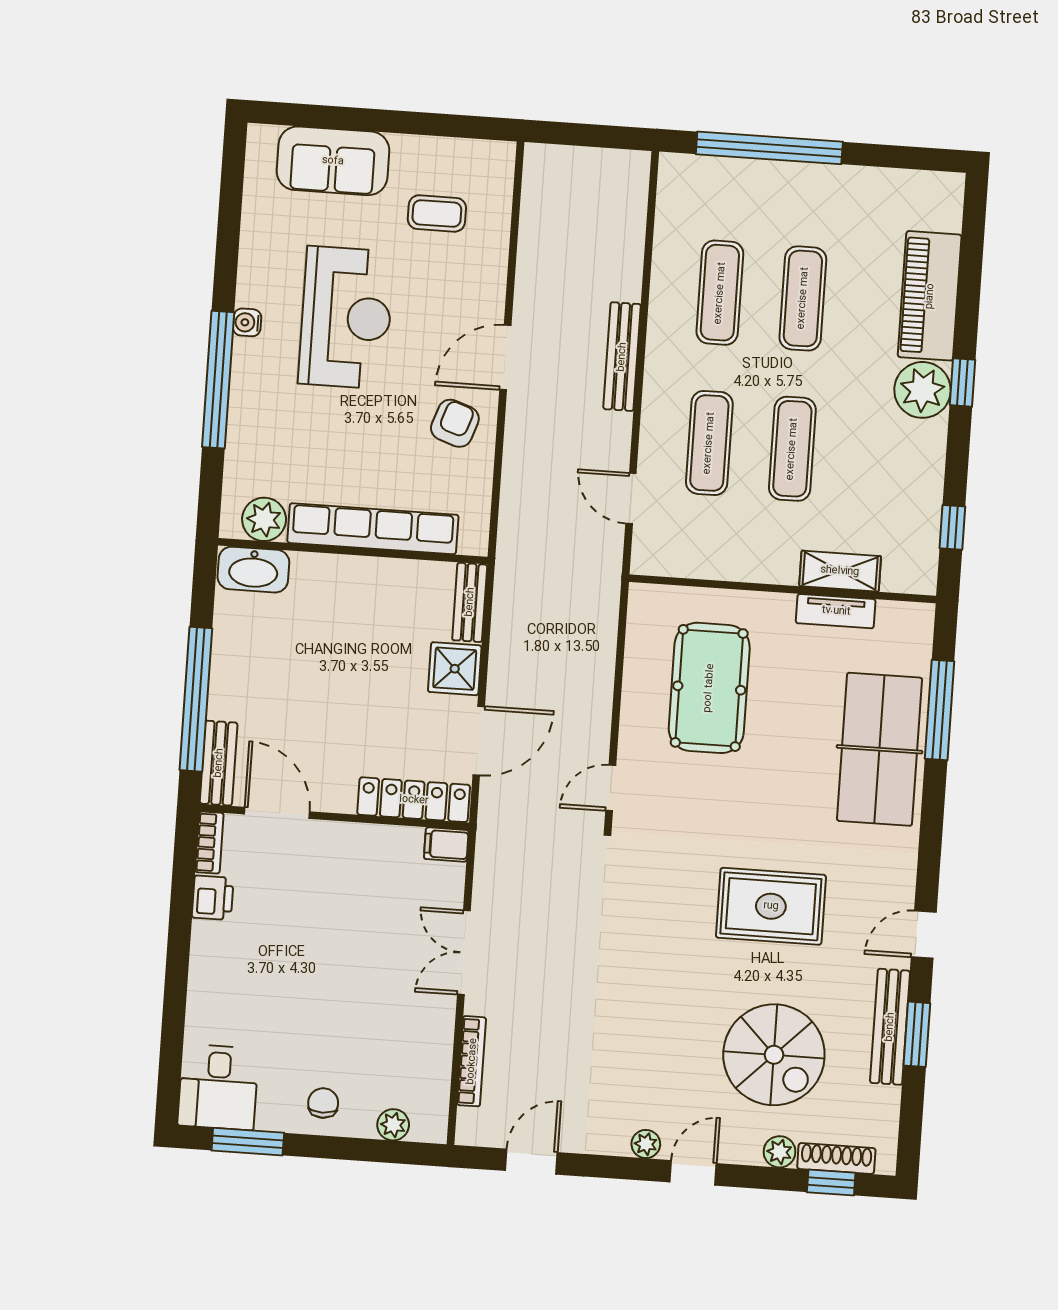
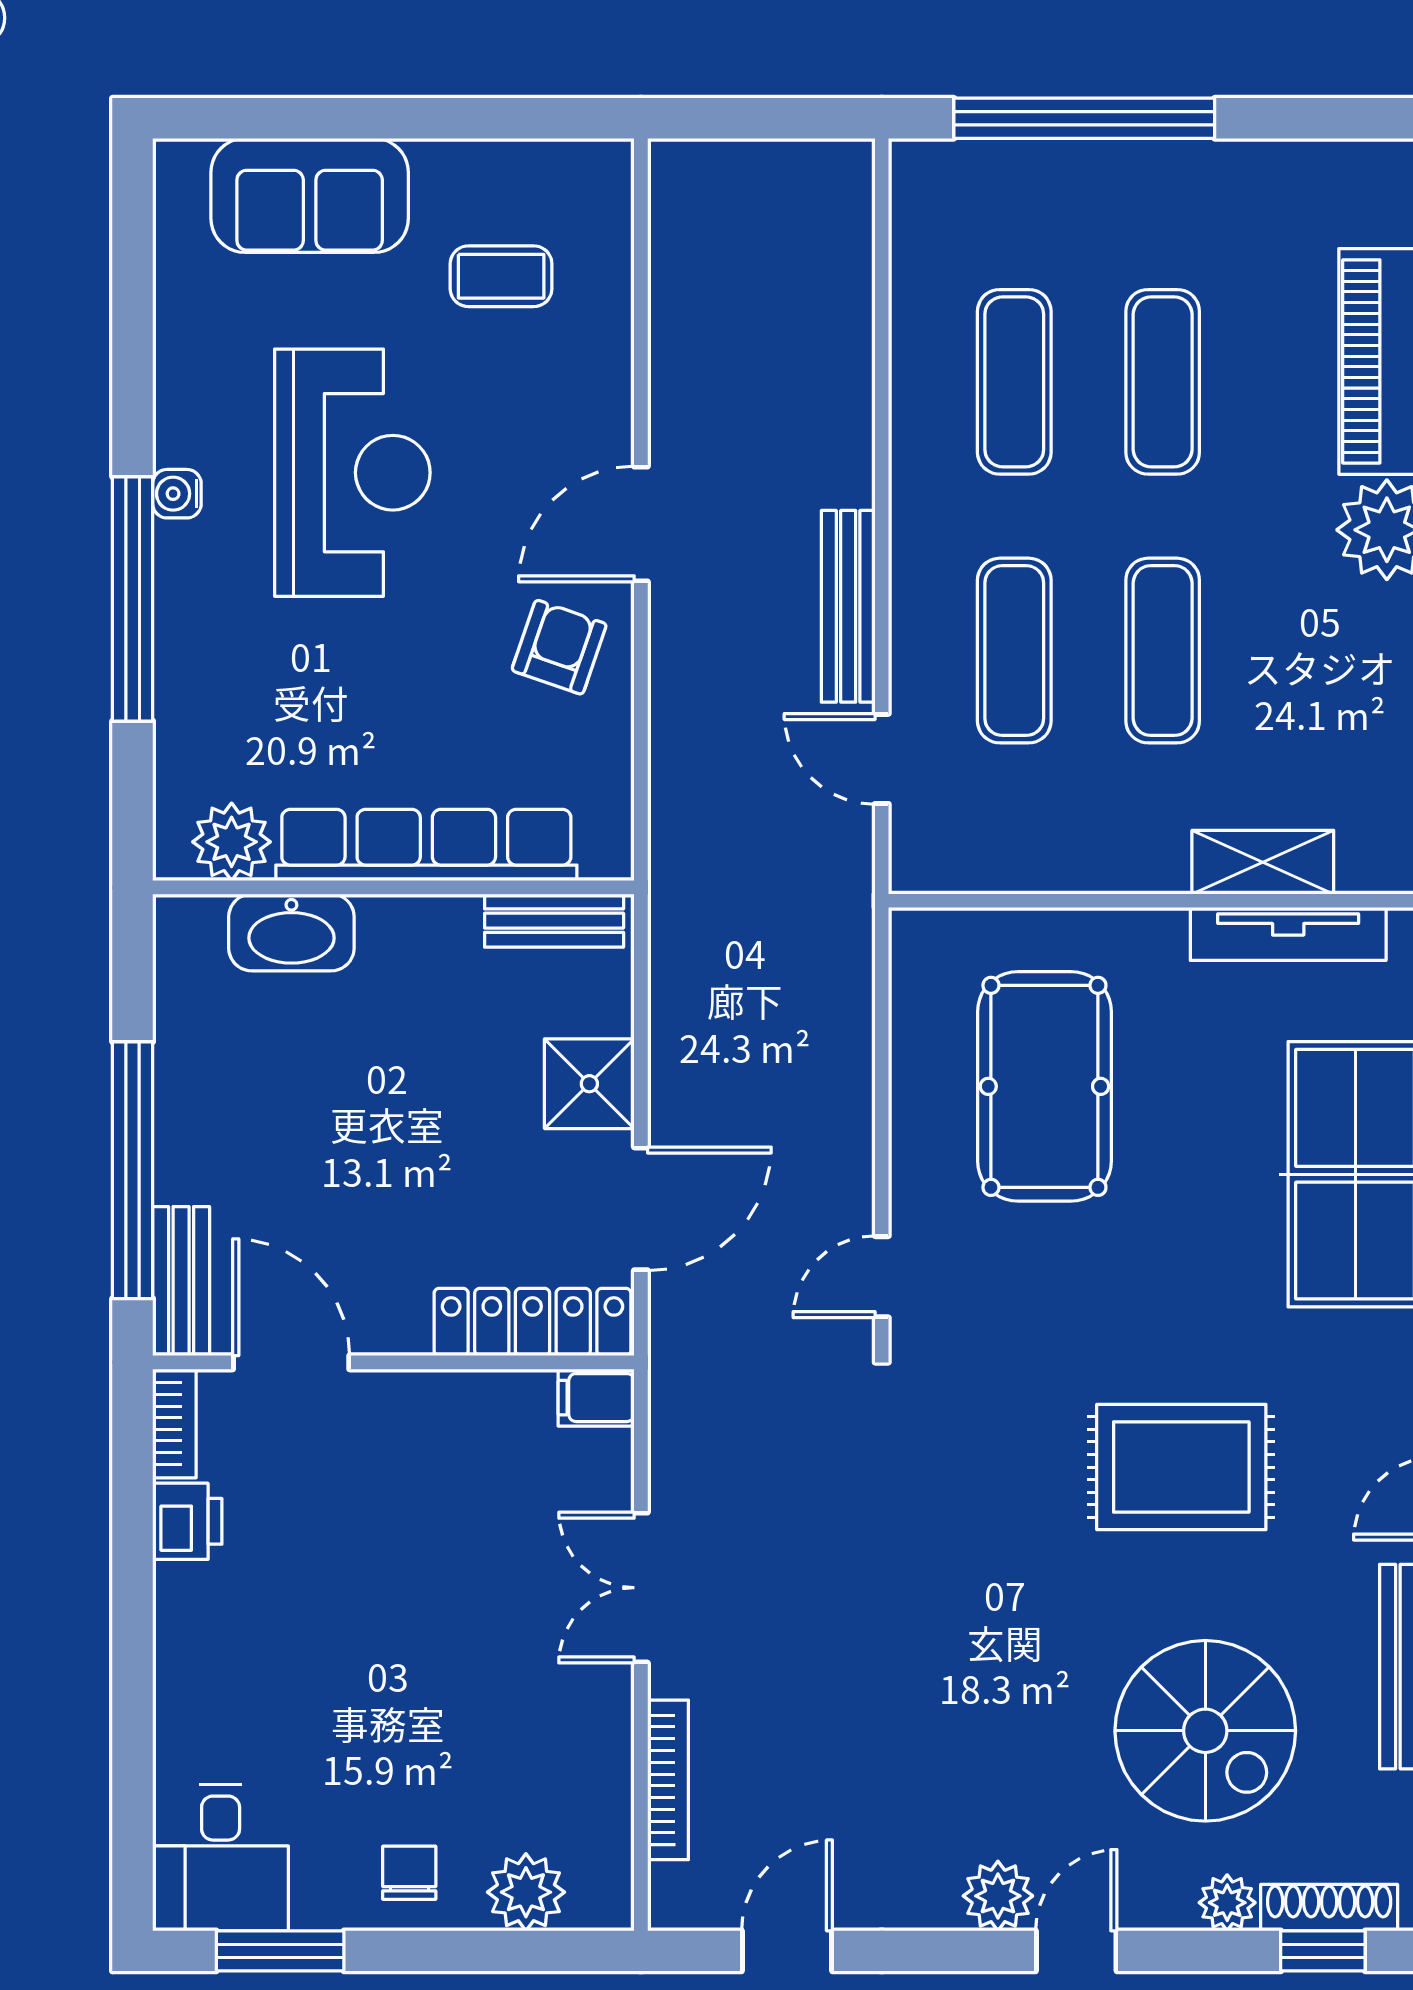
bench: (622, 357) -> (848, 606), moved
washbasin: (253, 570) -> (291, 932), moved
bench: (470, 602) -> (554, 921), moved, turned 90
tv unit: (836, 611) -> (1288, 934), width x1.41
plant: (393, 1125) -> (526, 1892), width x1.38, depth x1.38
plant: (646, 1144) -> (998, 1896), width x1.38, depth x1.38

